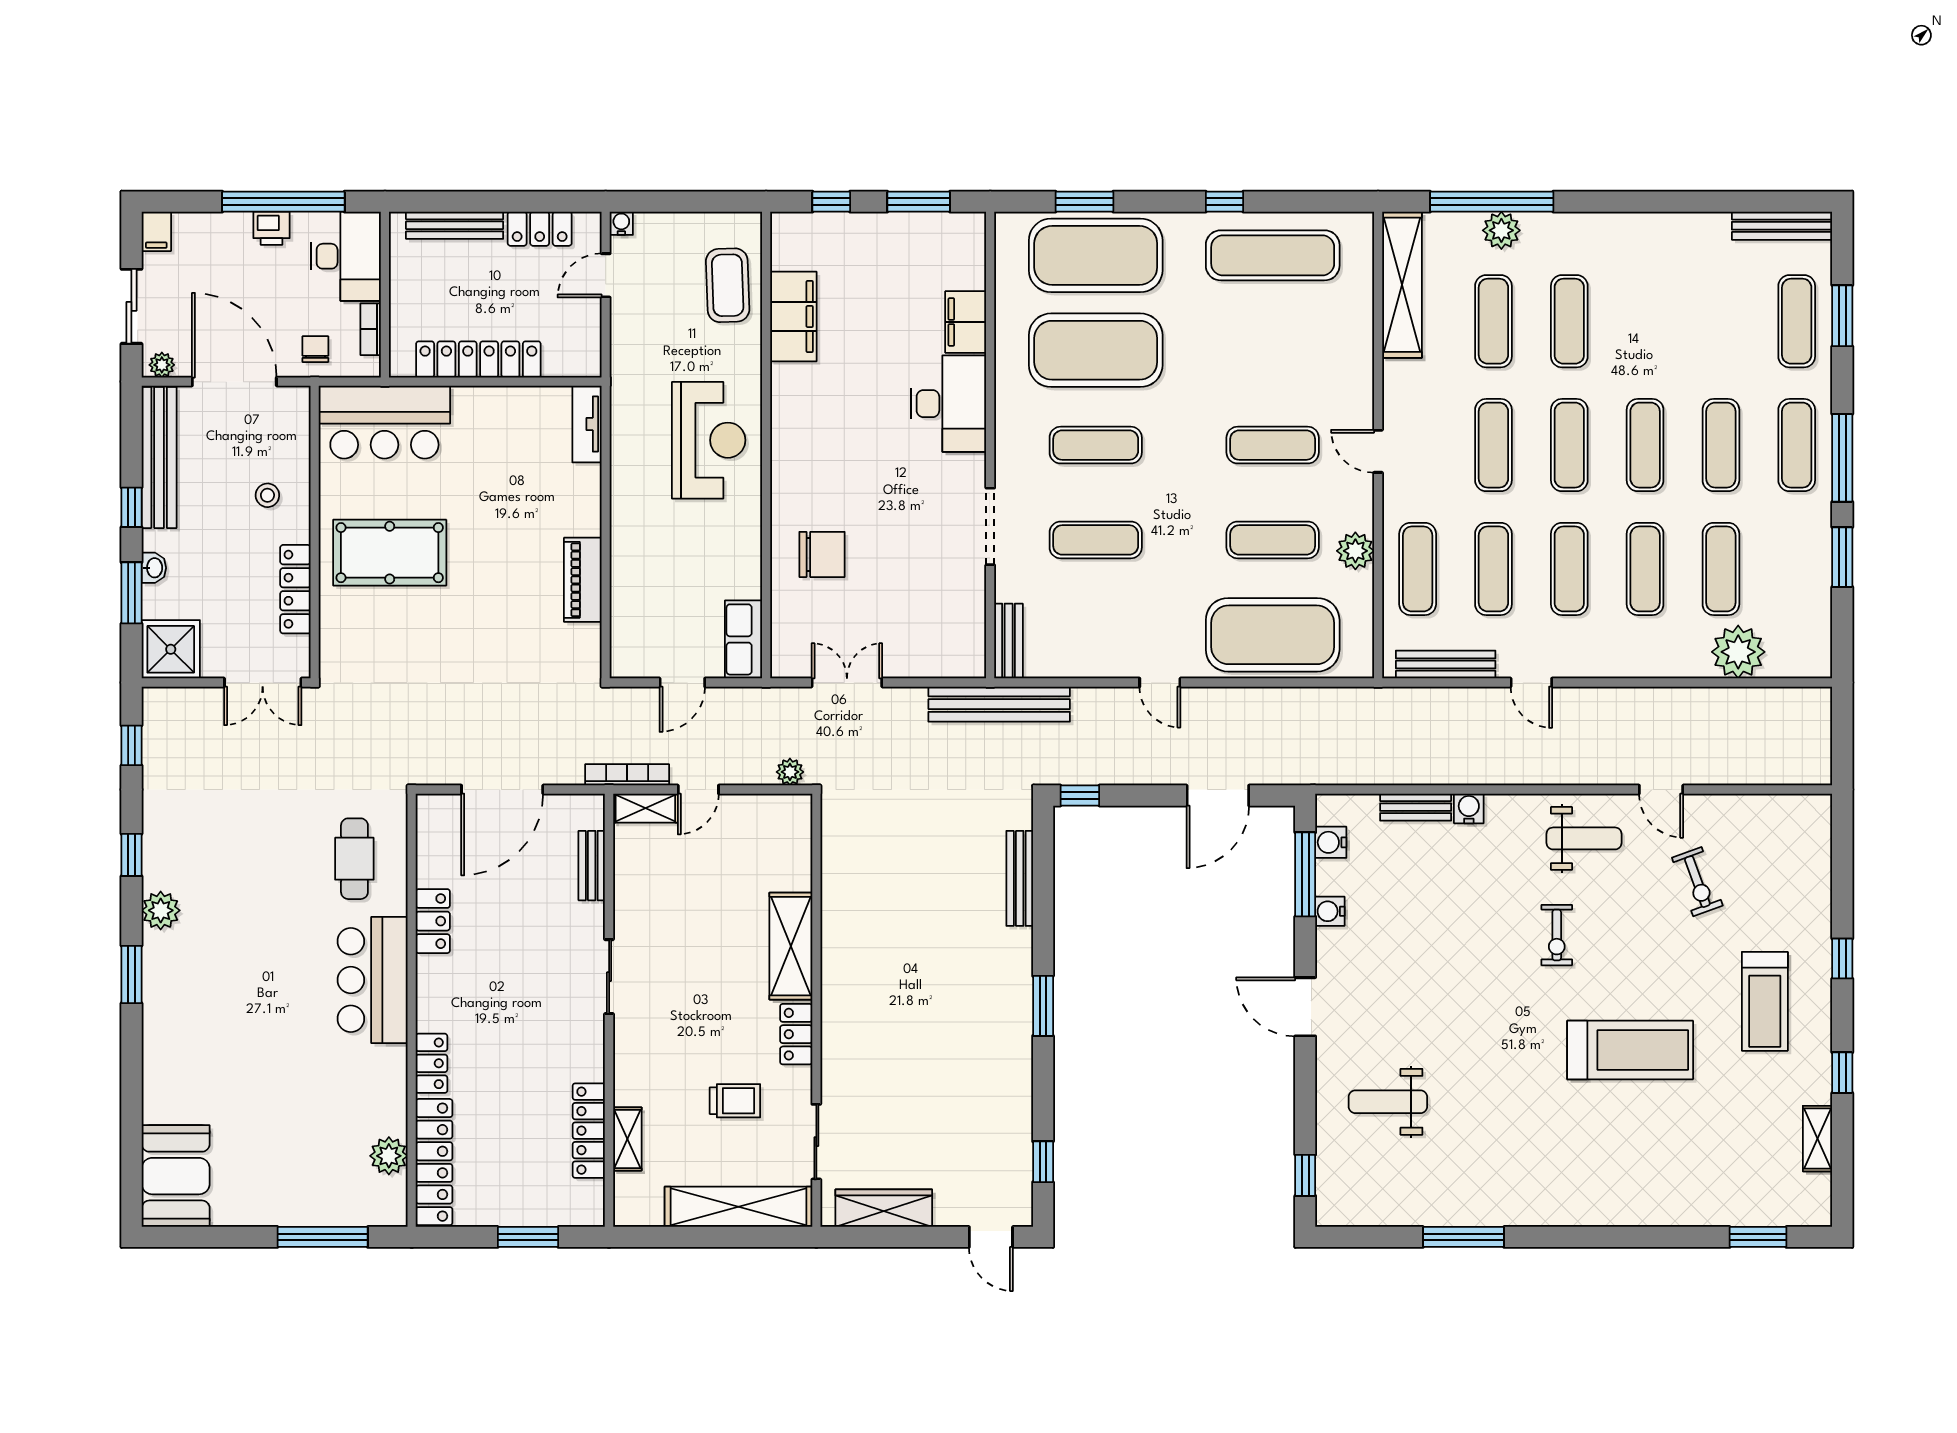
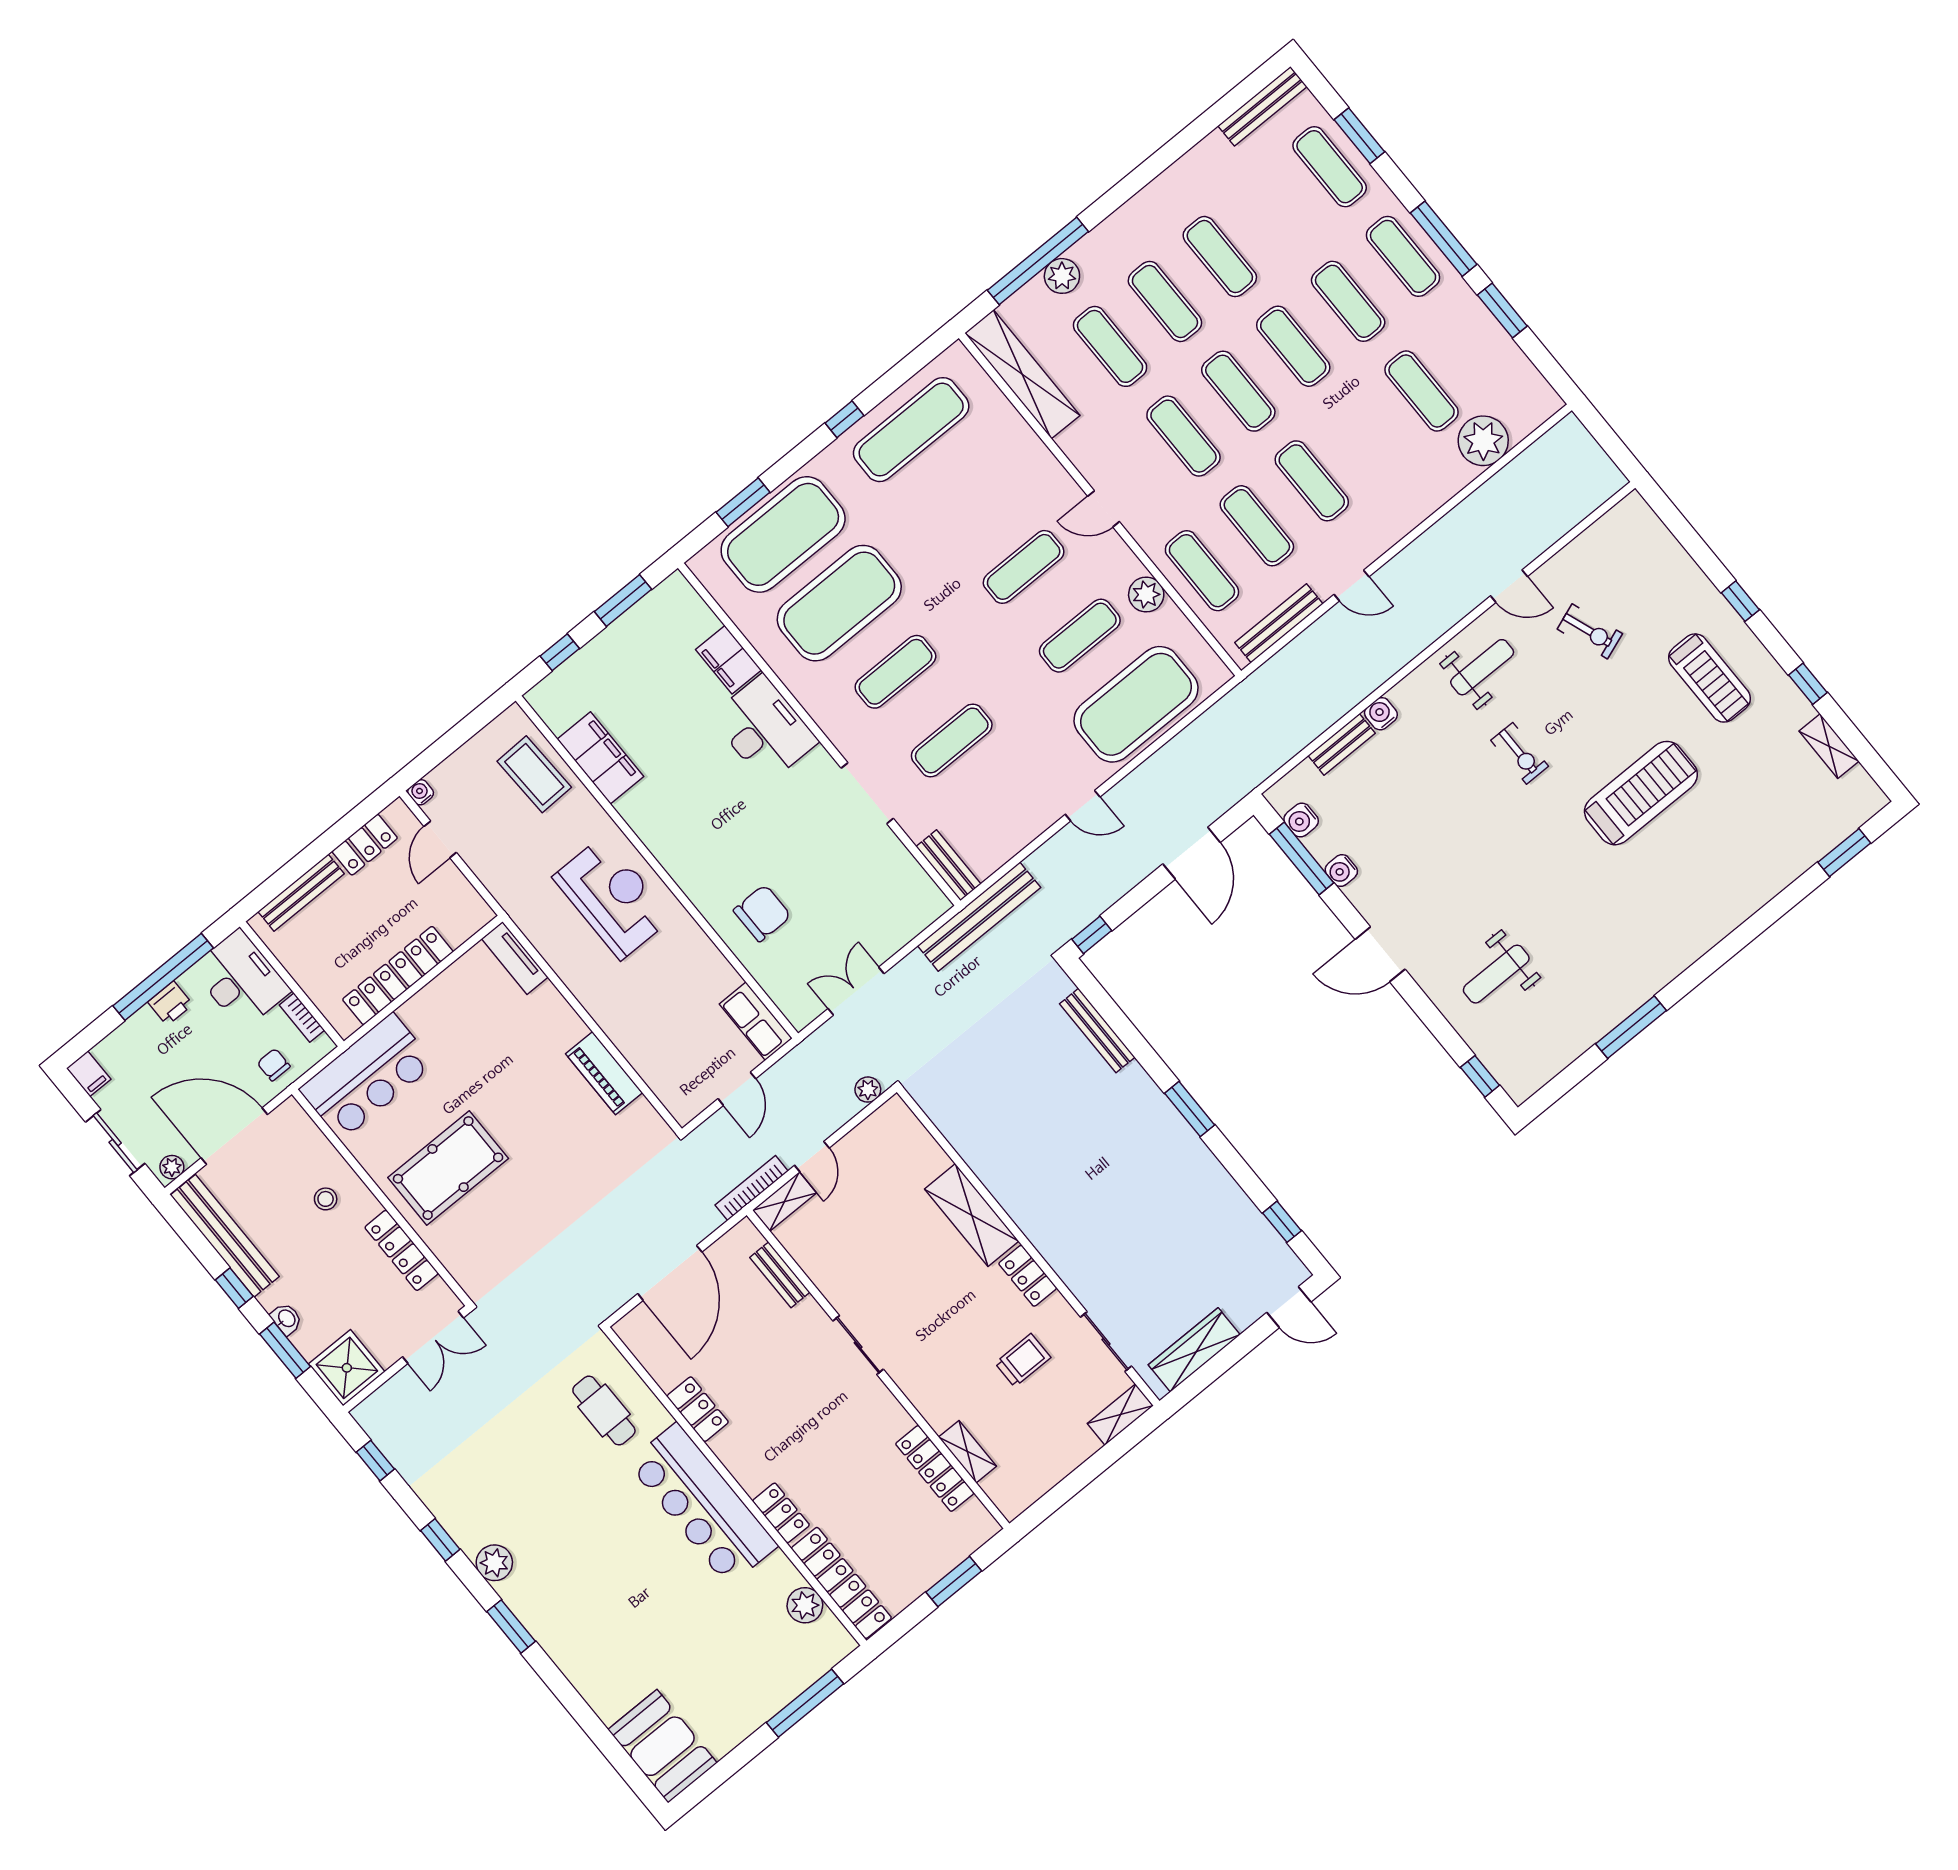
exercise mat: (1645, 569) -> (1220, 257), moved
bar counter: (373, 980) -> (703, 1504), width x1.36
shelving: (738, 1207) -> (1120, 1415), width x0.45, depth x0.75

